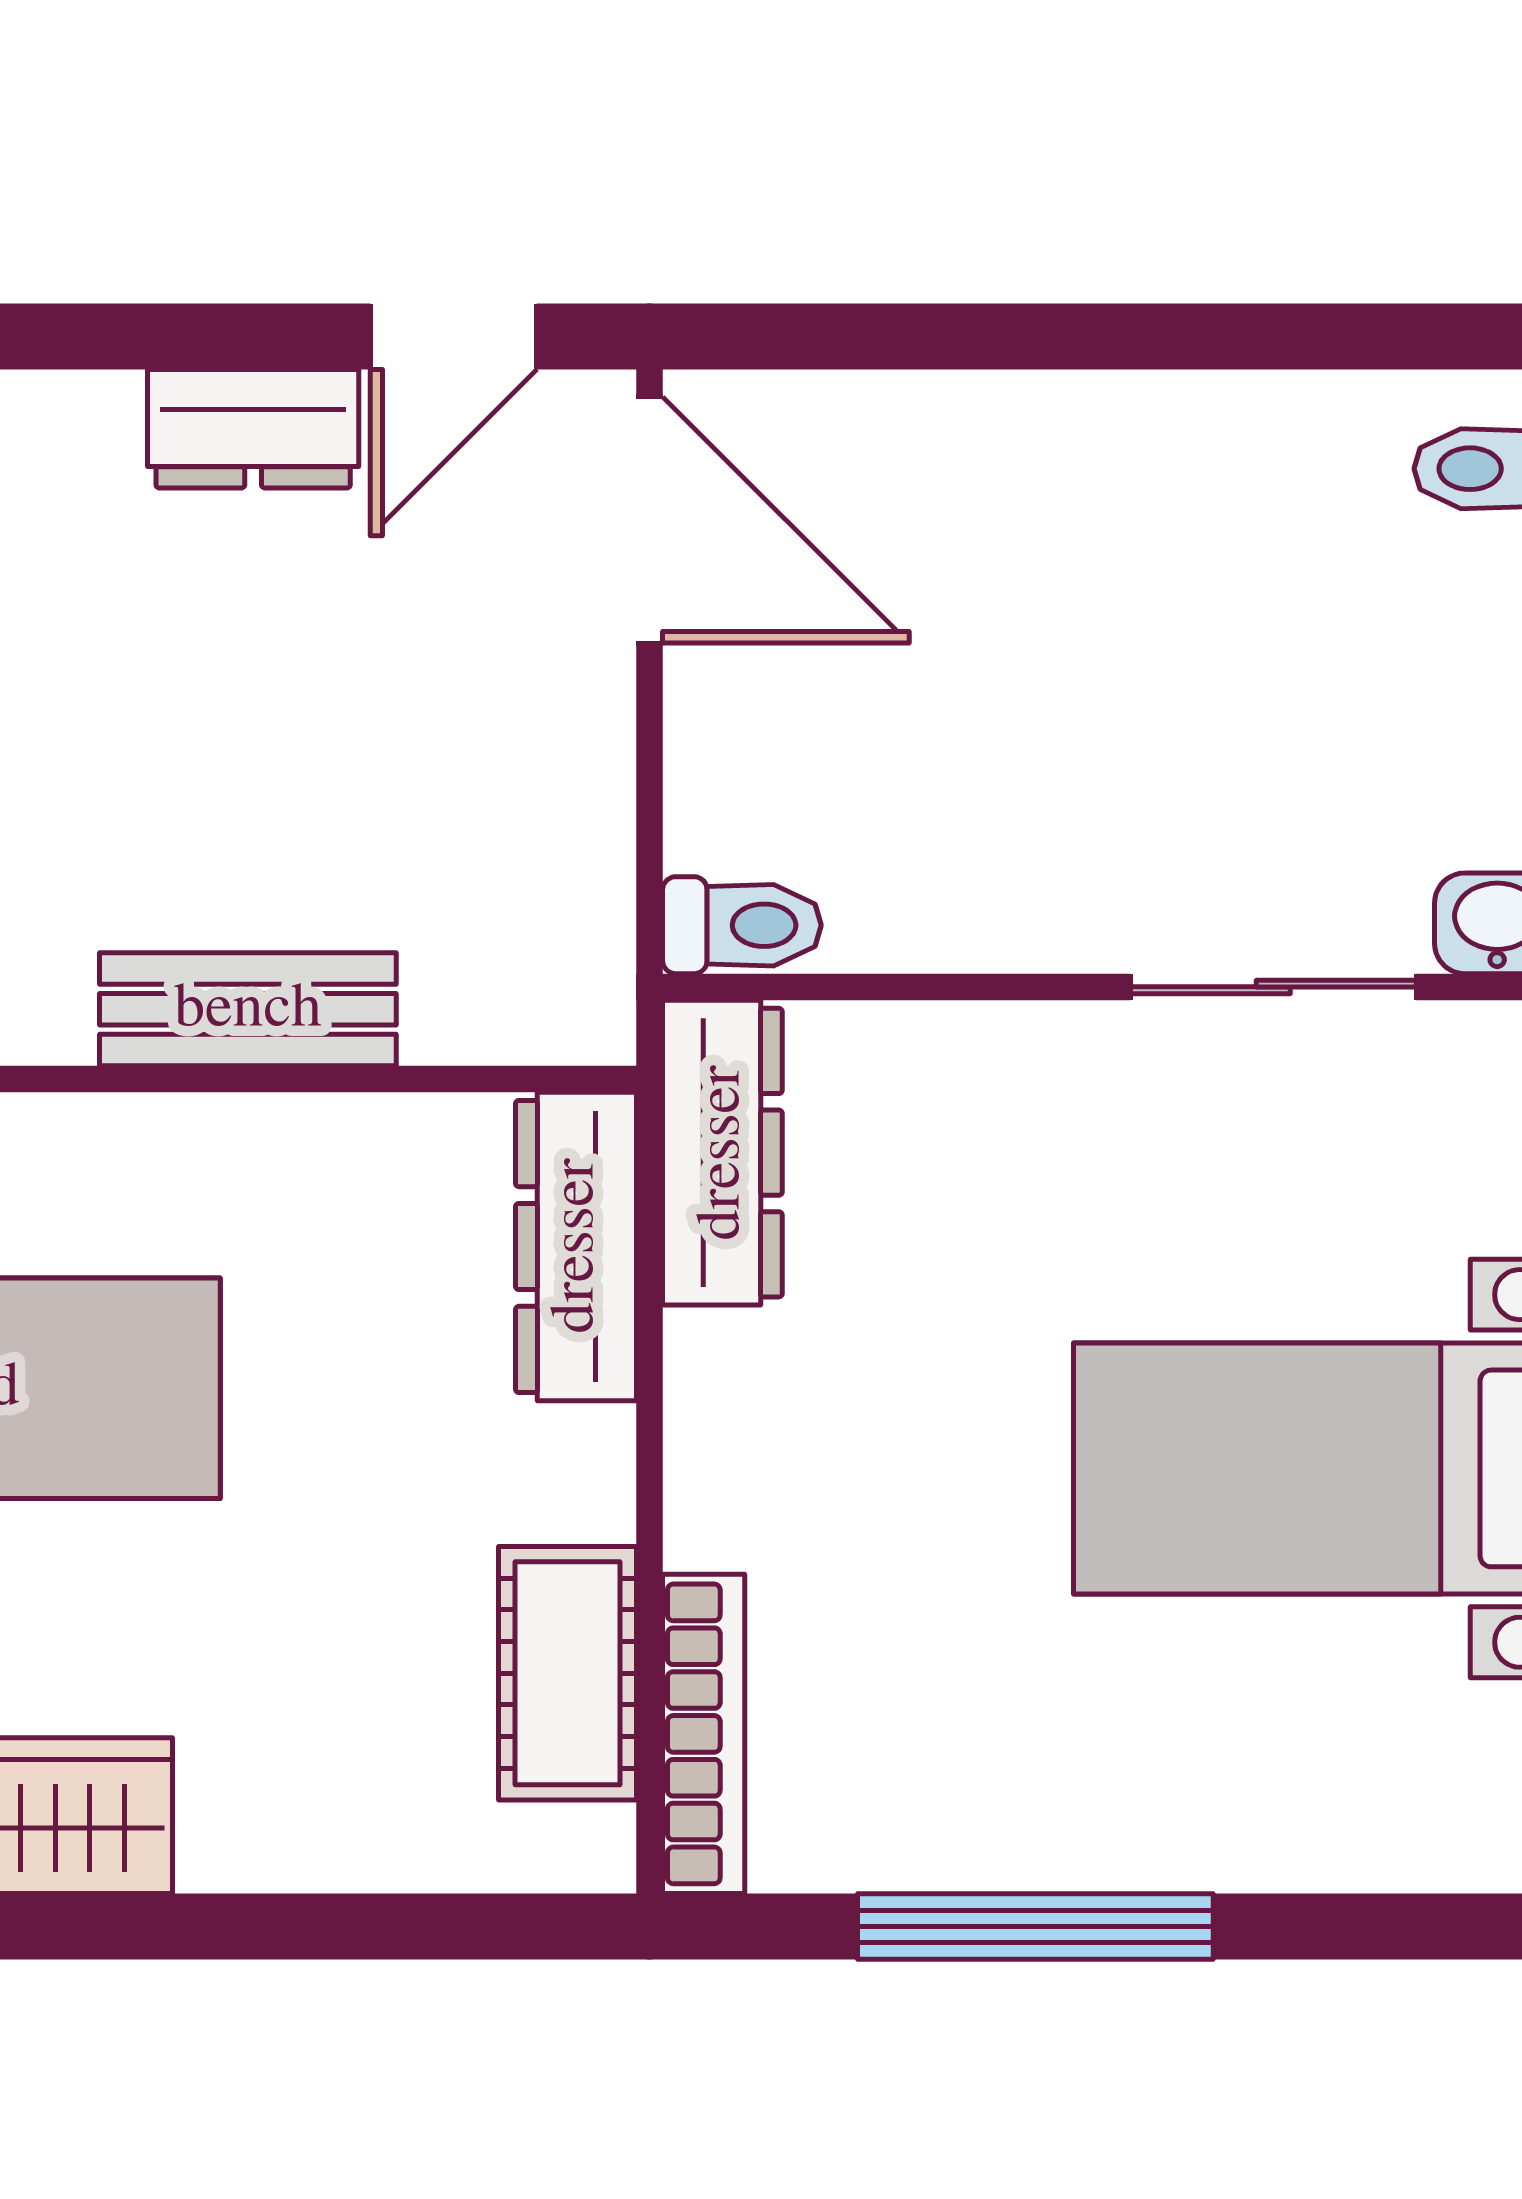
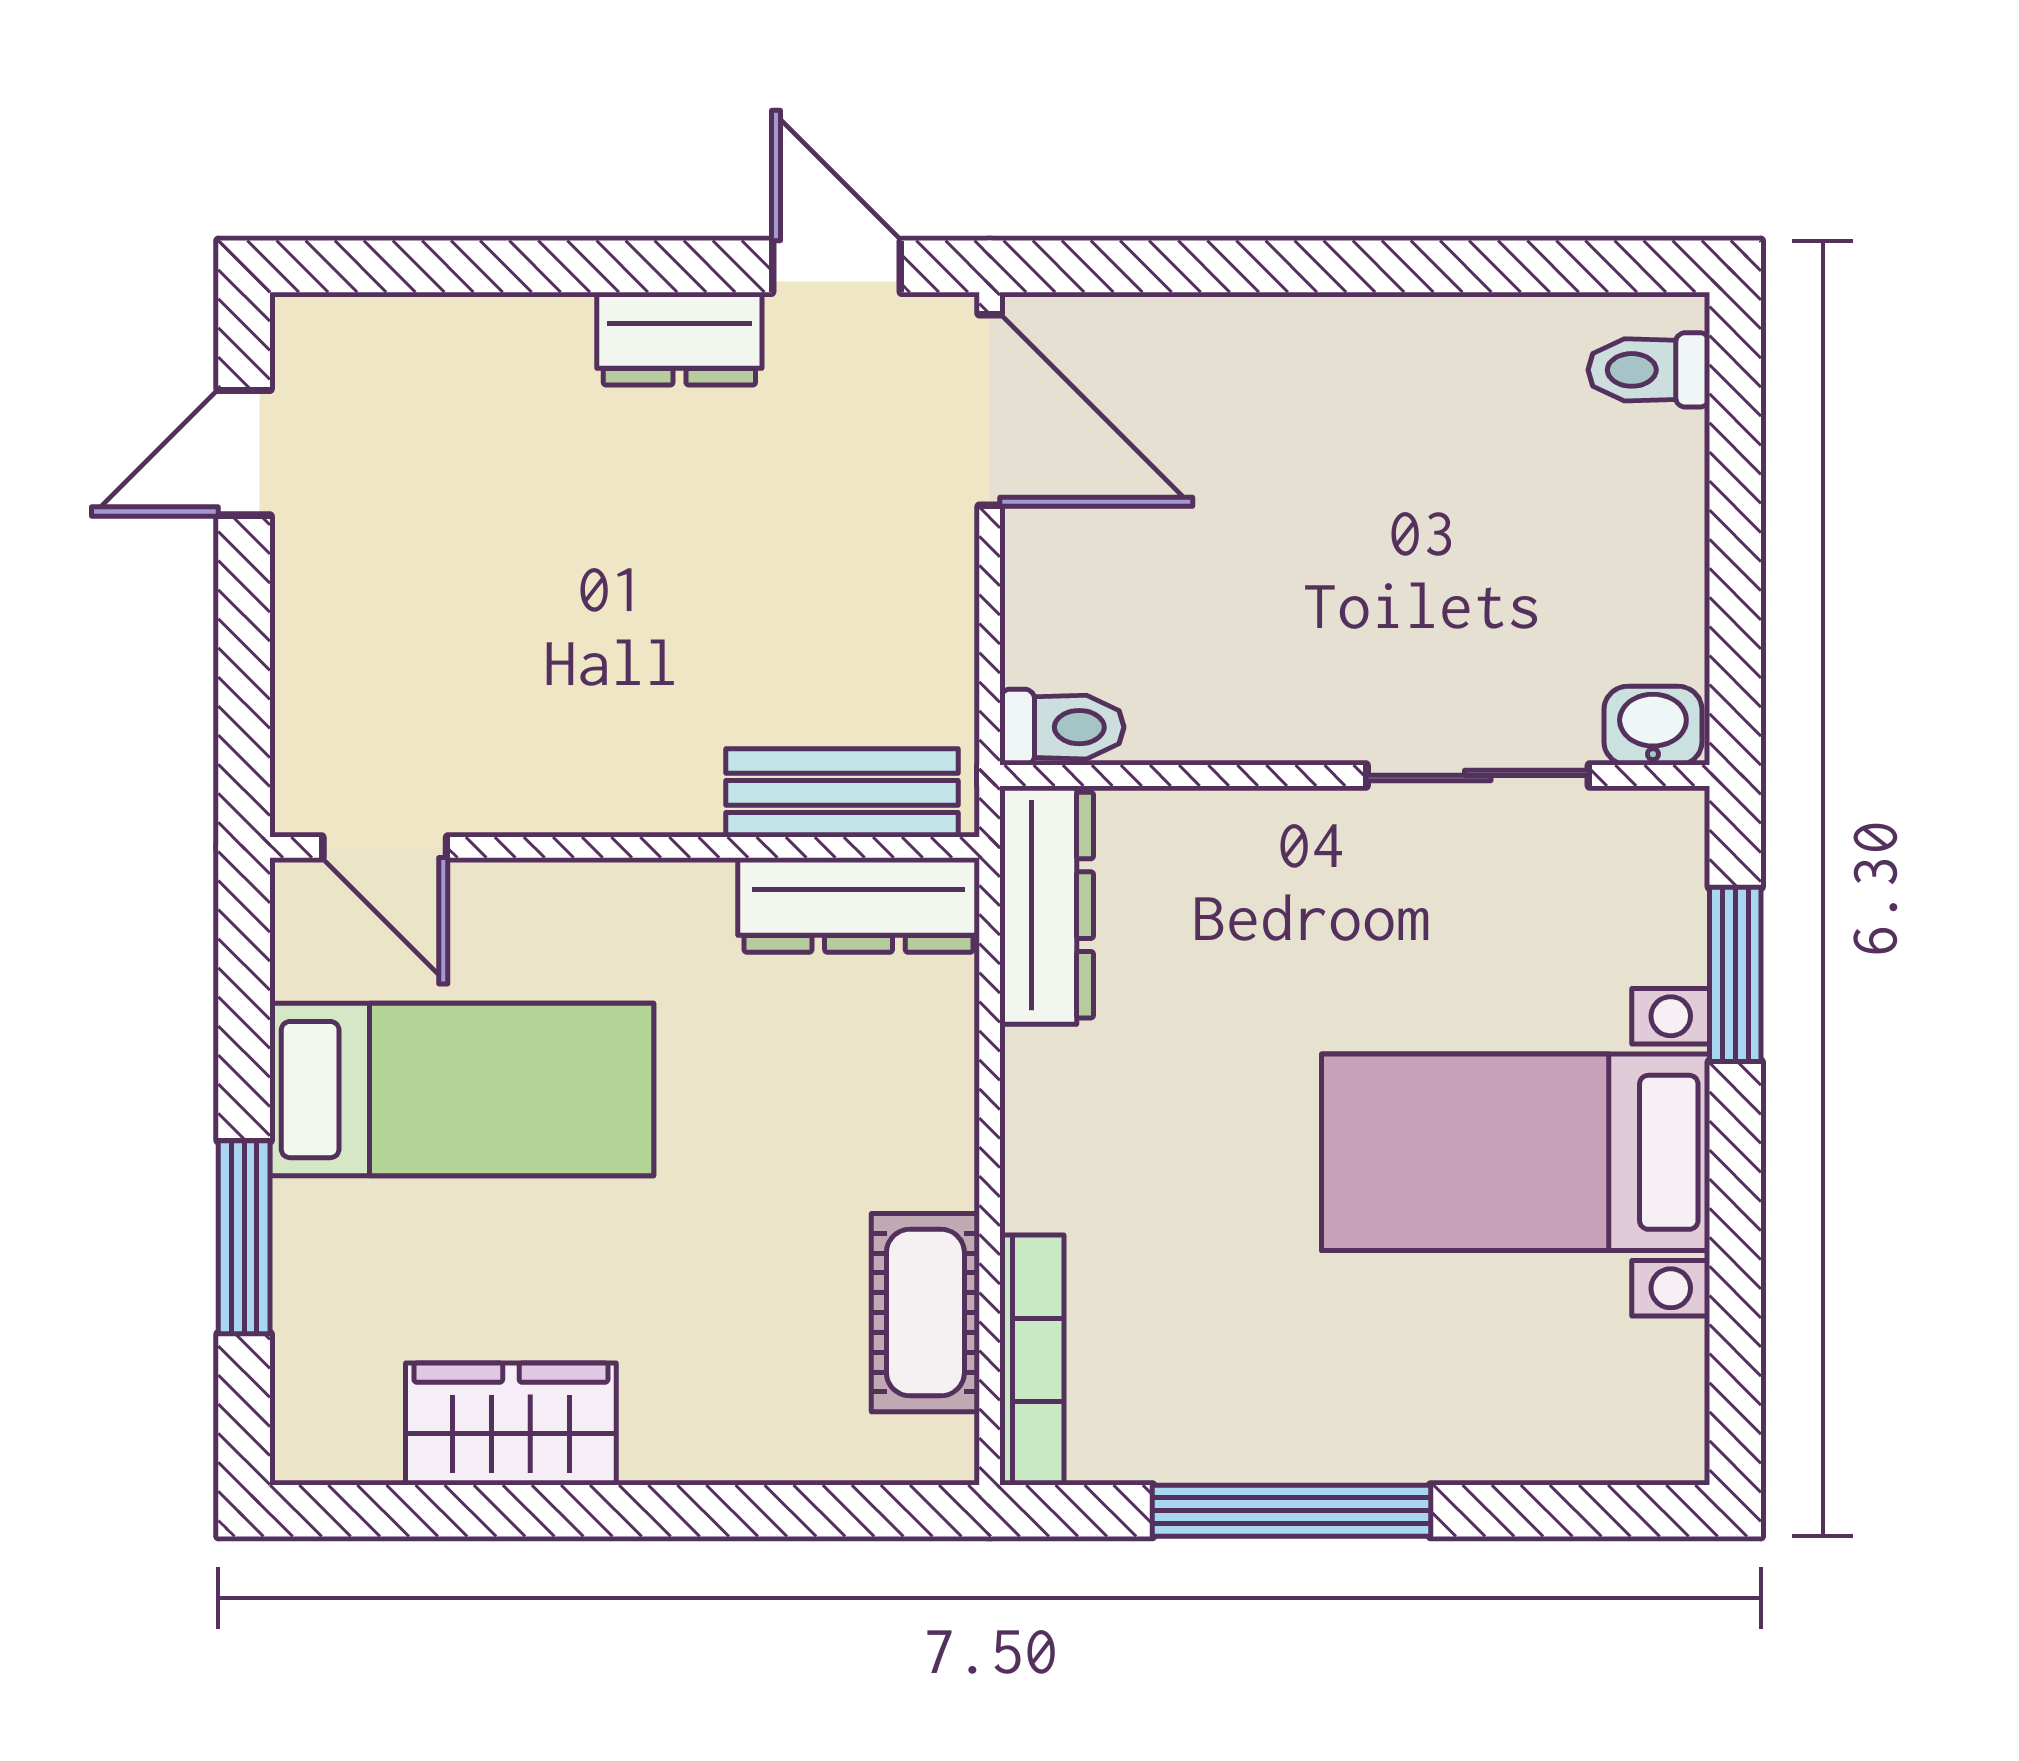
door: (454, 336) -> (836, 266), swing flipped
bench: (248, 1009) -> (842, 793), moved
dresser: (576, 1246) -> (859, 905), moved, turned -90

